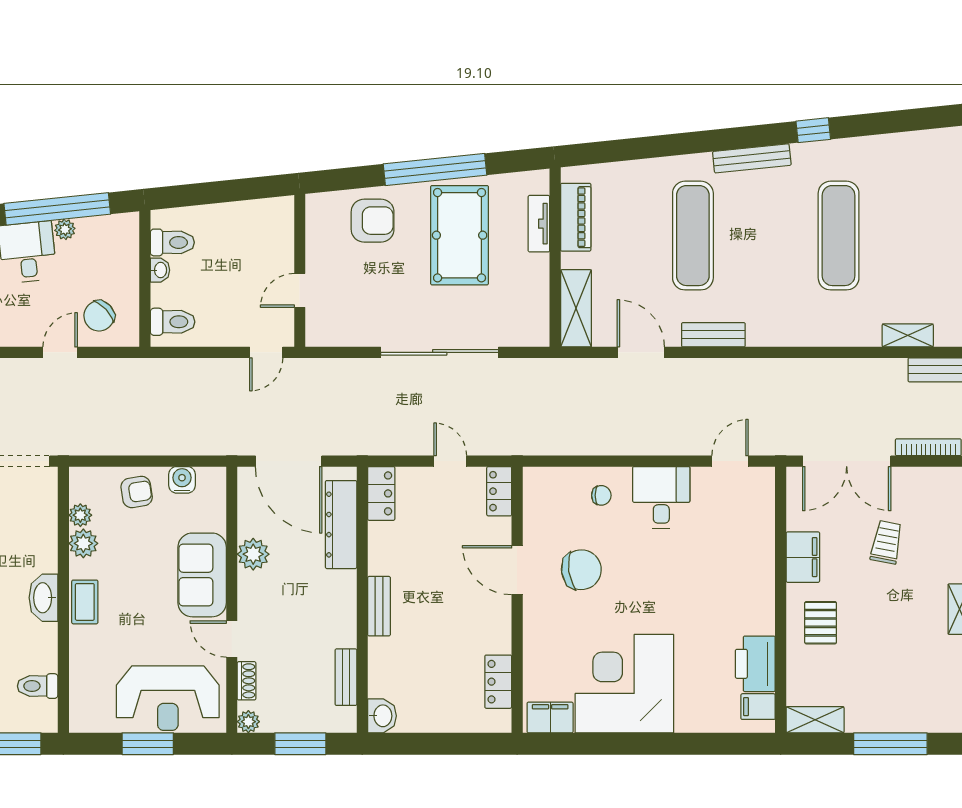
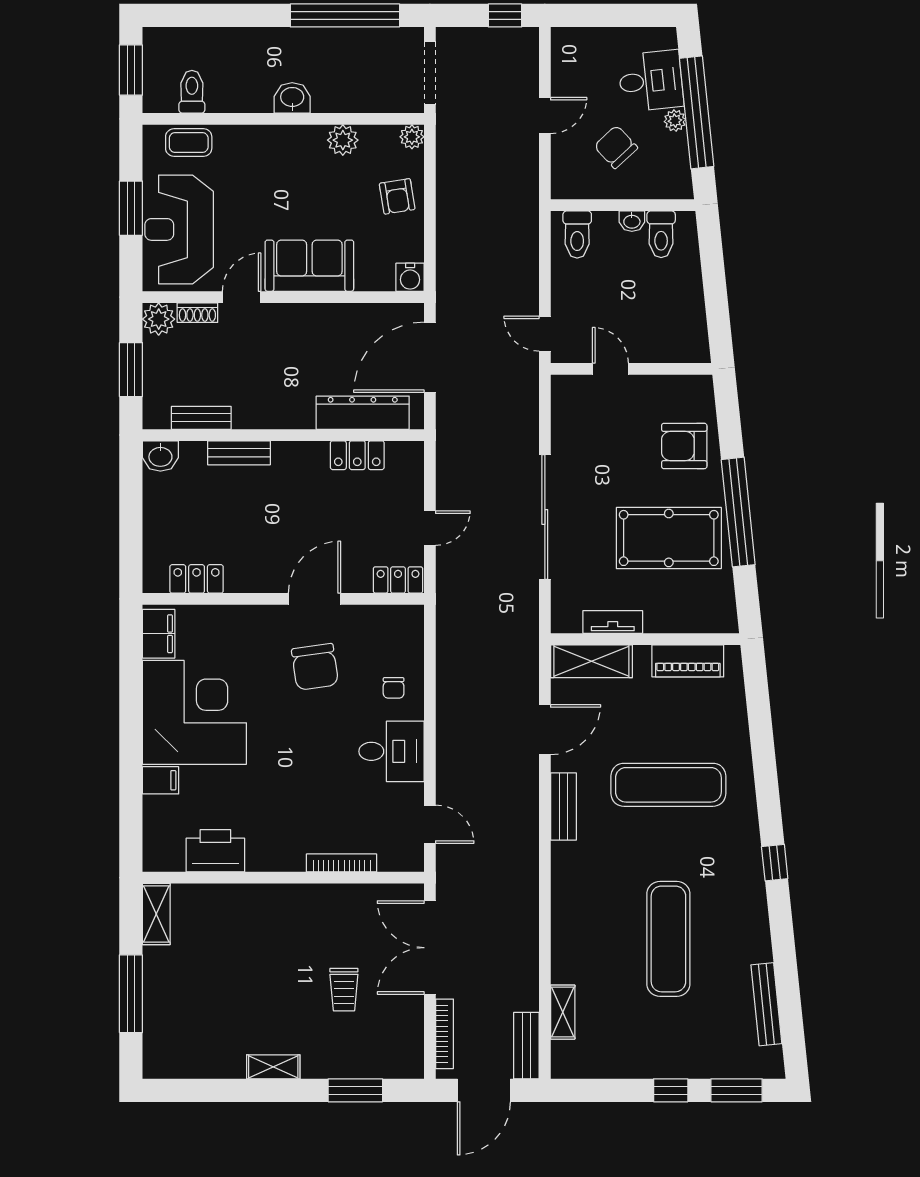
window: (813, 130) -> (775, 863), moved
bench: (752, 158) -> (766, 1004), moved
armchair: (373, 221) -> (684, 446), turned 90
tv unit: (539, 224) -> (613, 622), moved
exercise mat: (839, 236) -> (668, 939), turned 90
chair: (99, 316) -> (616, 147), moved
door: (60, 352) -> (545, 116), hinge flipped
water cooler: (182, 480) -> (410, 277), moved, turned 90
locker: (381, 493) -> (357, 455), moved
plant: (80, 515) -> (412, 137), moved
trolley: (886, 542) -> (344, 990), turned 79
bookcase: (767, 545) -> (342, 863), added
plant: (253, 554) -> (331, 320), removed
filing cabinet: (803, 557) -> (328, 901), removed
washbasin: (43, 598) -> (292, 98), width x0.72
coffee table: (85, 602) -> (189, 143), moved
bench: (379, 606) -> (239, 453), moved
pallet: (821, 623) -> (259, 920), removed
filing cabinet: (758, 707) -> (161, 780), moved, turned 90
plant: (248, 722) -> (159, 319), width x1.38, depth x1.38

